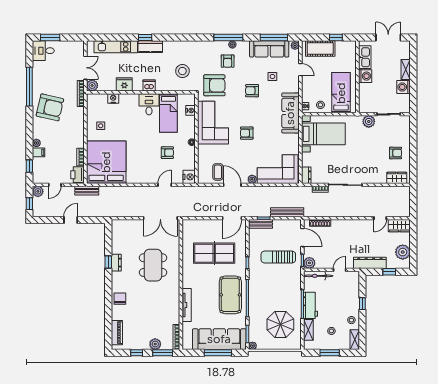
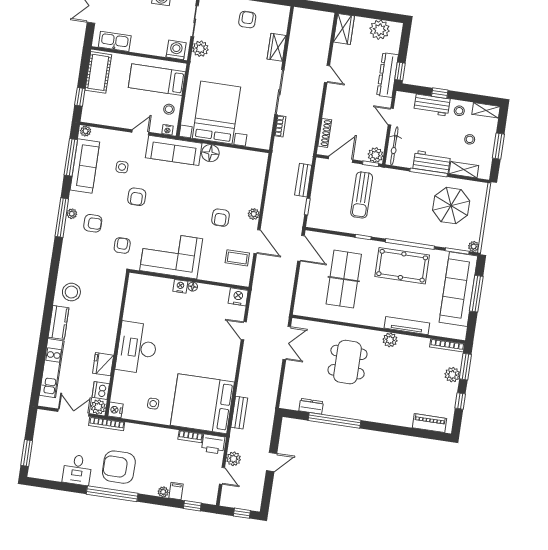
window: (145, 38) -> (45, 328), removed
window: (336, 38) -> (80, 97), moved
cot: (320, 48) -> (98, 72), moved
desk: (43, 51) -> (77, 470), moved
door: (300, 70) -> (140, 132), moved
stool: (182, 71) -> (71, 292), moved
washing machine: (365, 76) -> (176, 50), moved
dishwasher: (149, 85) -> (101, 390), moved
armchair: (214, 85) -> (122, 245), width x0.53, depth x0.53
window: (29, 87) -> (112, 494), moved
nightstand: (113, 99) -> (115, 410), moved
desk: (149, 104) -> (137, 348), width x1.87, depth x1.30
armchair: (50, 107) -> (119, 467), turned -103
nightstand: (191, 110) -> (180, 286), moved
bed: (168, 113) -> (150, 312), removed
armchair: (247, 133) -> (221, 218), moved
bed with nightstands: (323, 134) -> (216, 113), width x1.36
floor lamp: (293, 140) -> (210, 153), added
armchair: (167, 153) -> (202, 321), removed
corner sofa: (278, 169) -> (245, 178), removed
dresser: (306, 175) -> (259, 142), removed
wardrobe: (397, 178) -> (277, 47), moved
door: (232, 185) -> (257, 242), swing flipped
plant: (38, 191) -> (234, 459), moved
bench: (87, 191) -> (239, 413), moved
bench: (287, 212) -> (303, 180), width x0.73
double door: (160, 218) -> (287, 343), width x0.73
door: (380, 218) -> (327, 74), moved
door: (71, 220) -> (272, 462), swing flipped
bench: (261, 224) -> (314, 212), removed
window: (108, 262) -> (334, 420), width x3.17
dresser: (116, 263) -> (311, 406), moved
dining table: (153, 265) -> (347, 362), turned 90
window: (389, 272) -> (400, 71), moved
plant: (174, 294) -> (390, 340), added
chair: (120, 299) -> (385, 412), removed
workbench: (353, 299) -> (432, 105), added

